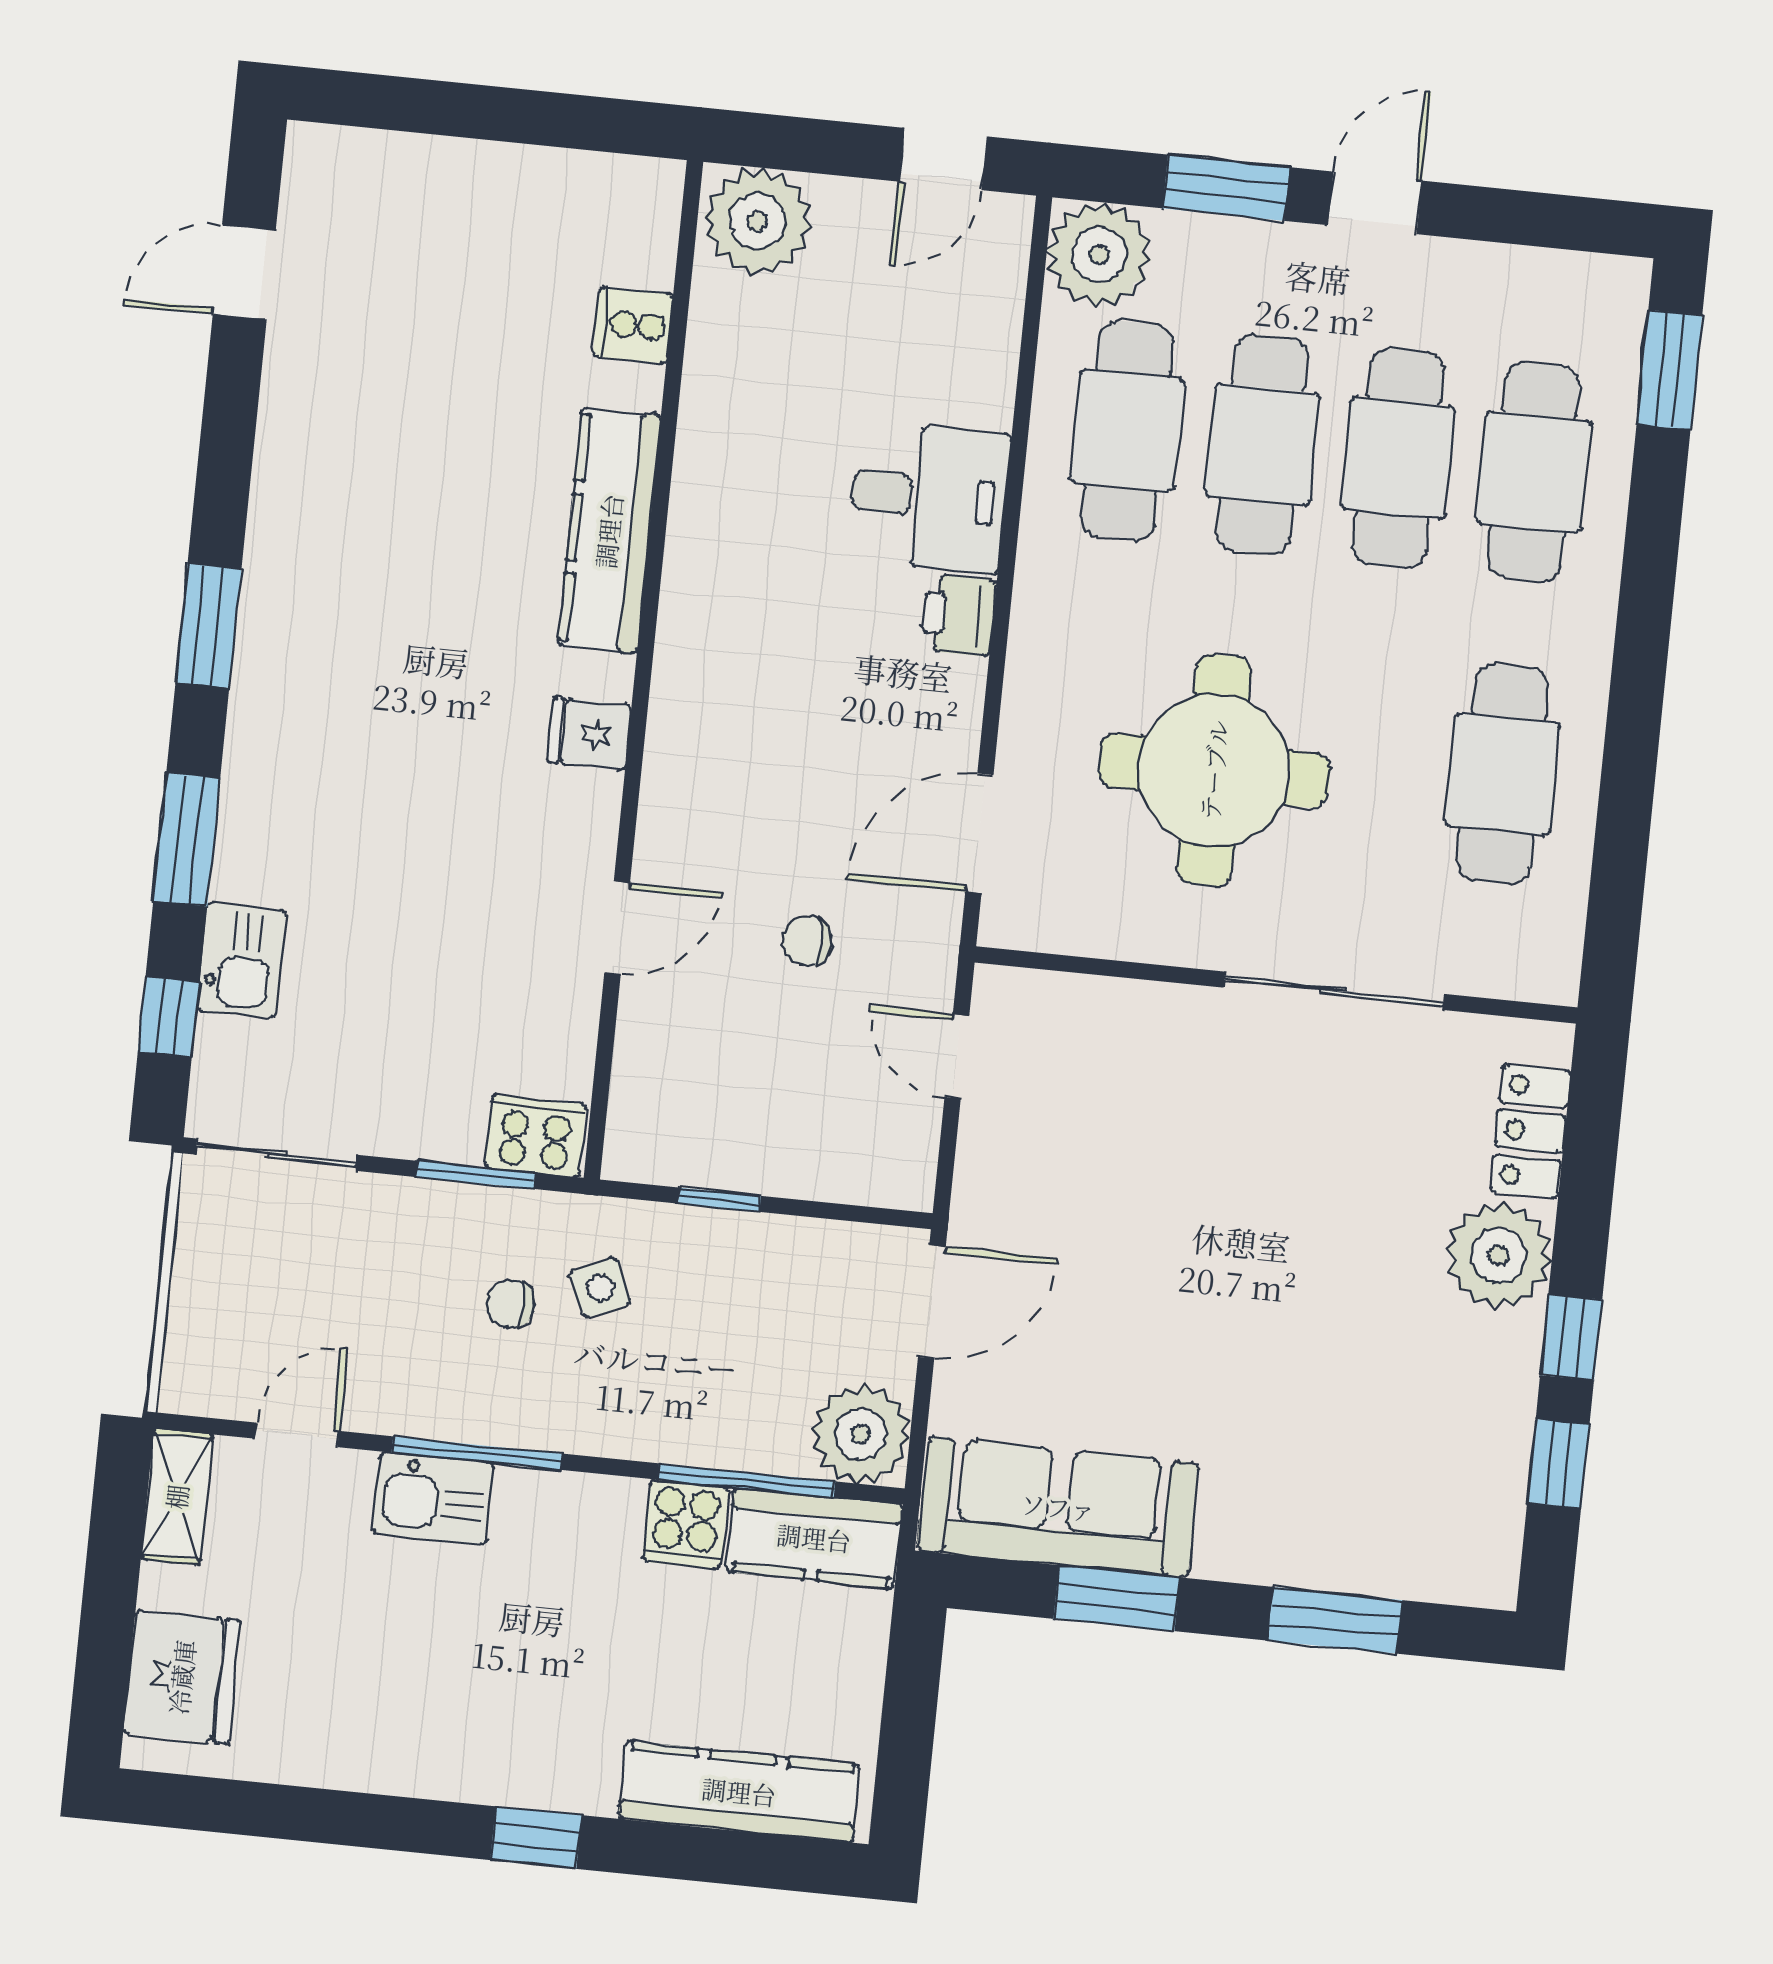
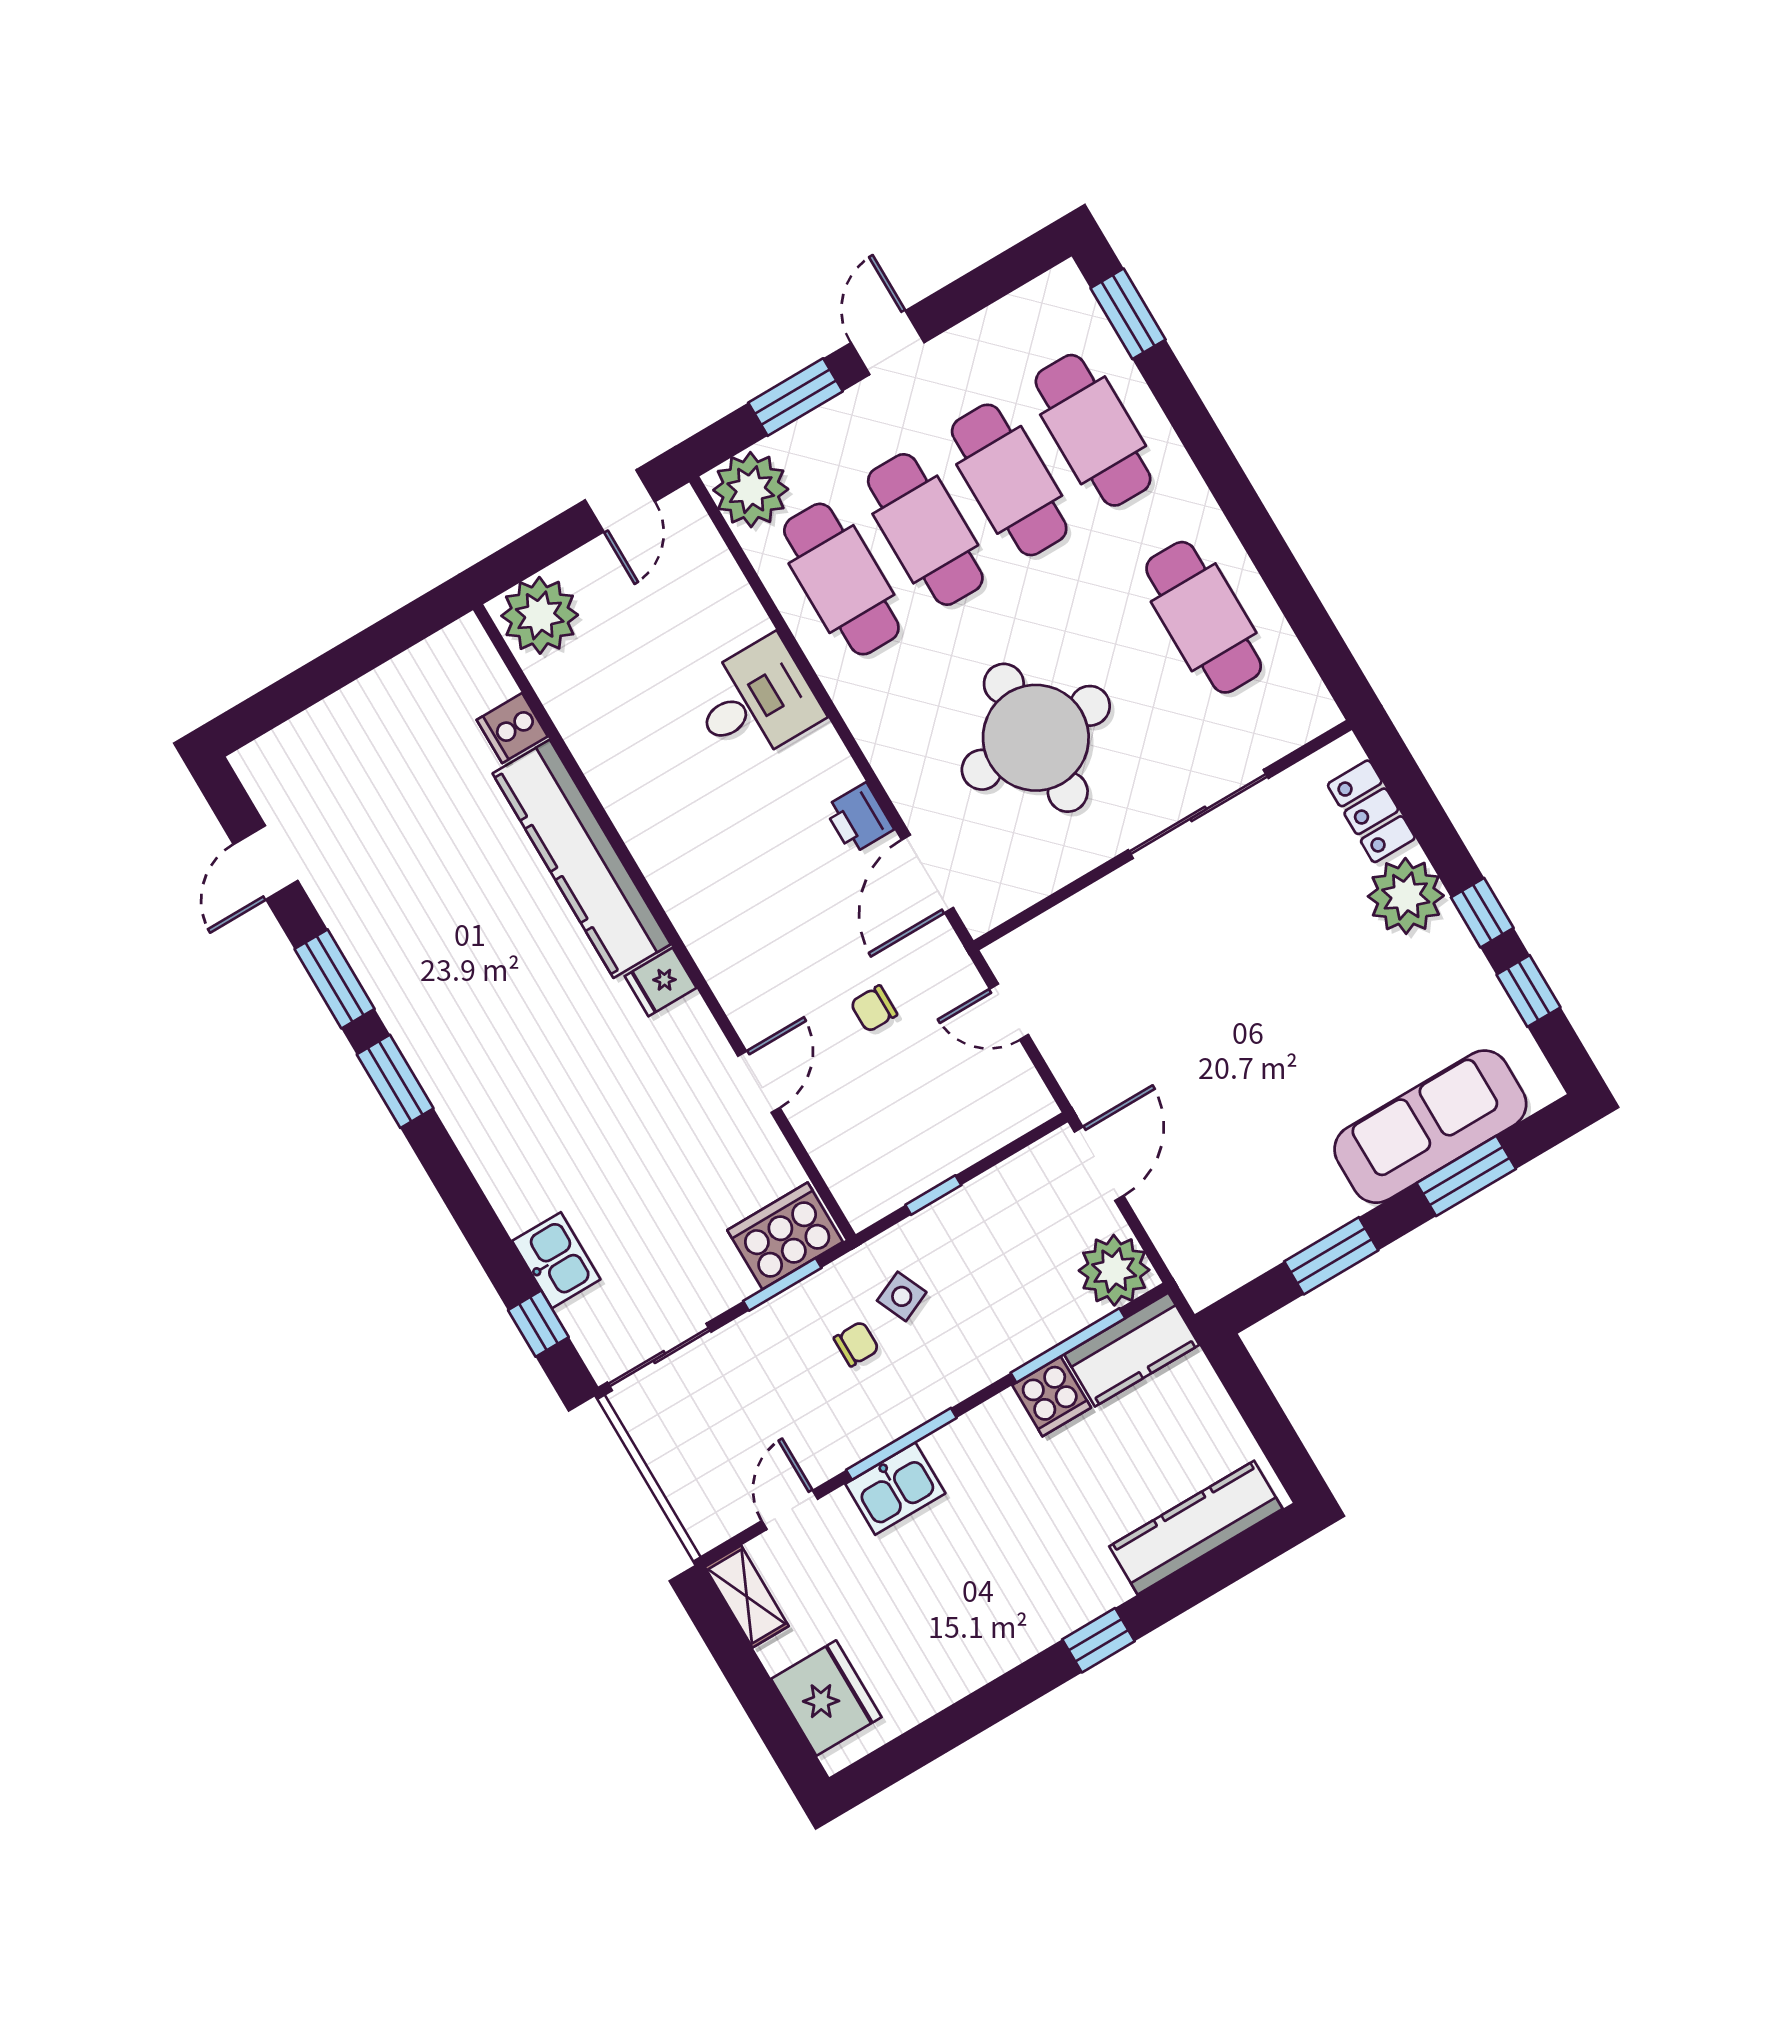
kitchen counter: (609, 531) -> (582, 859), width x1.39, depth x1.17
printer: (958, 615) -> (859, 818), moved
window: (187, 839) -> (335, 979), moved
cooker: (535, 1136) -> (785, 1236), width x1.37, depth x1.31
chair: (510, 1303) -> (856, 1344), turned 180
sofa: (1058, 1507) -> (1430, 1127), moved

